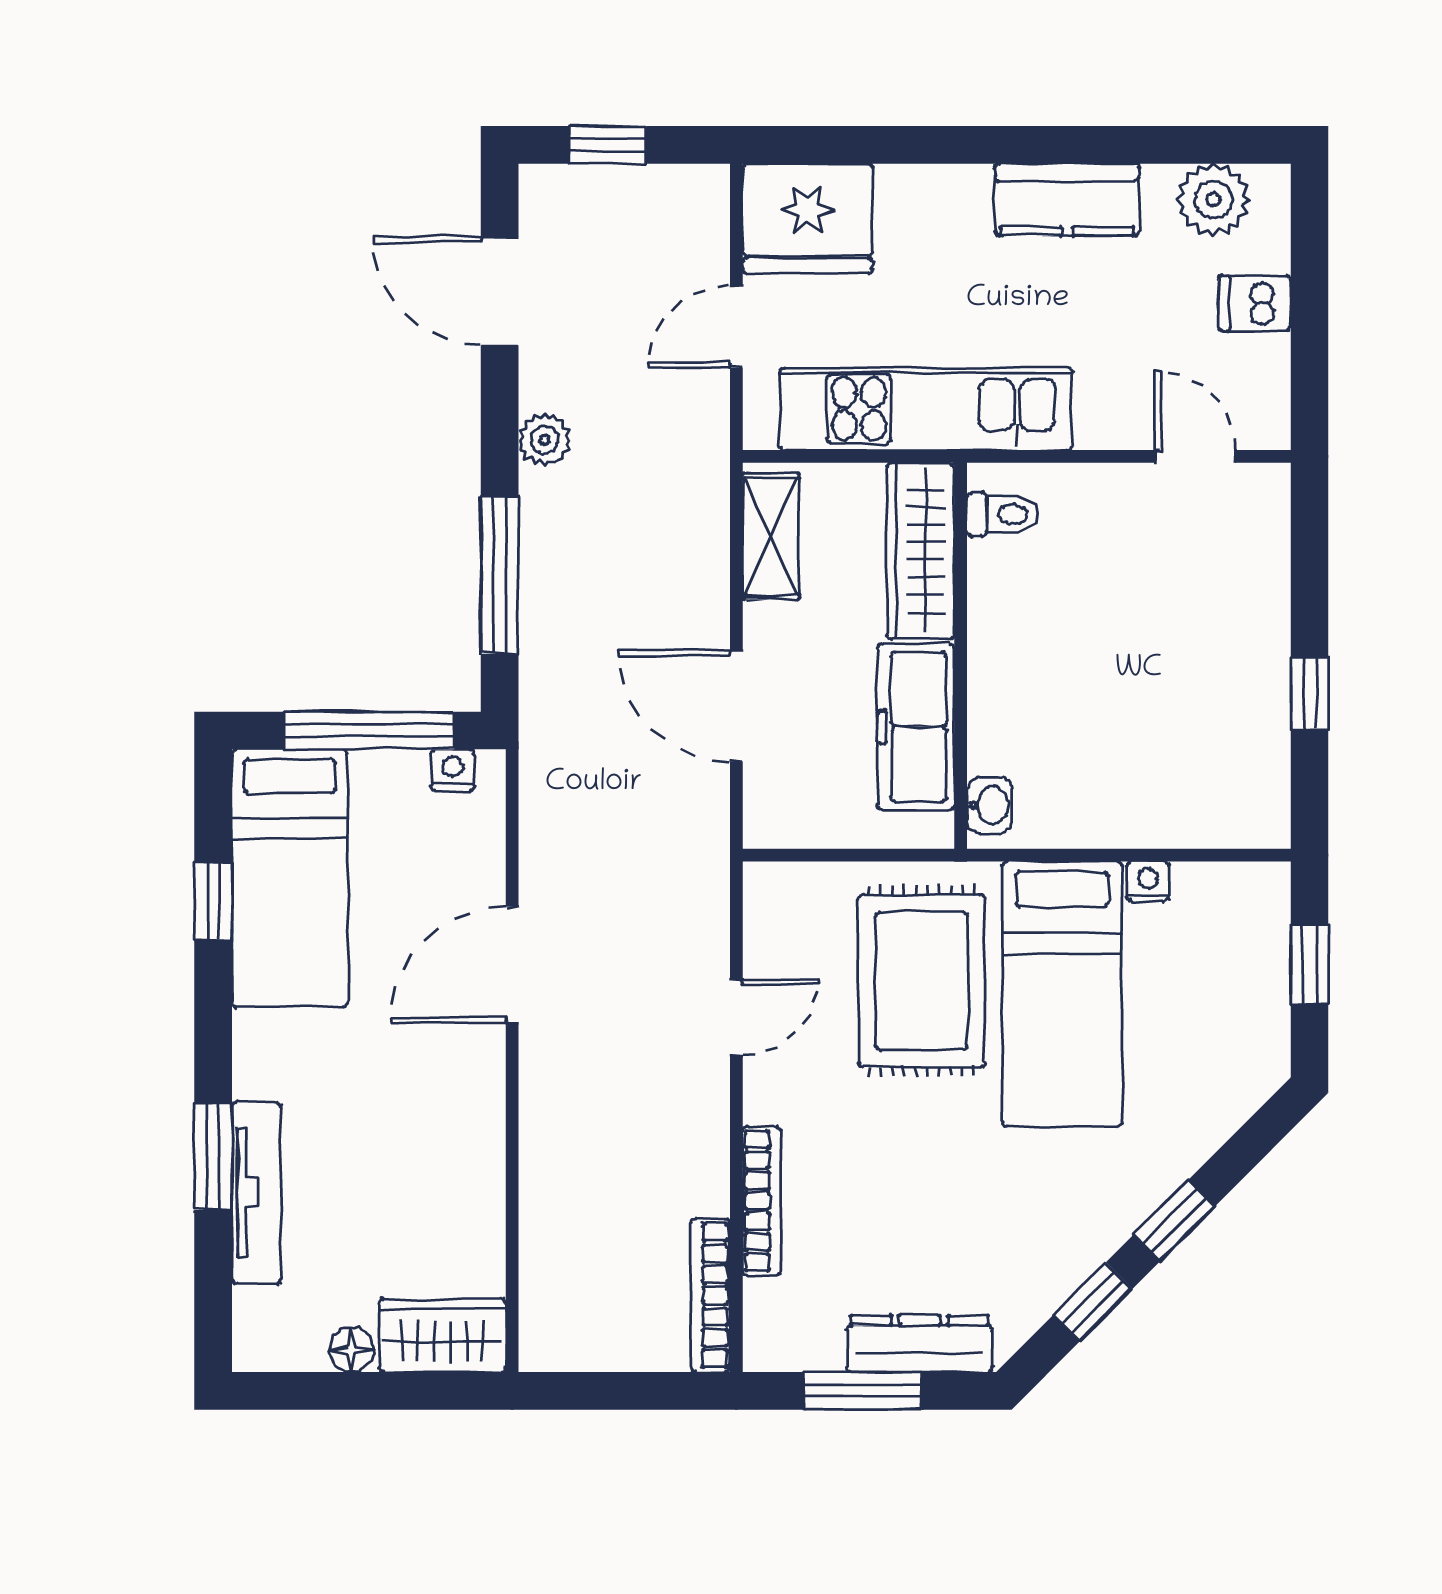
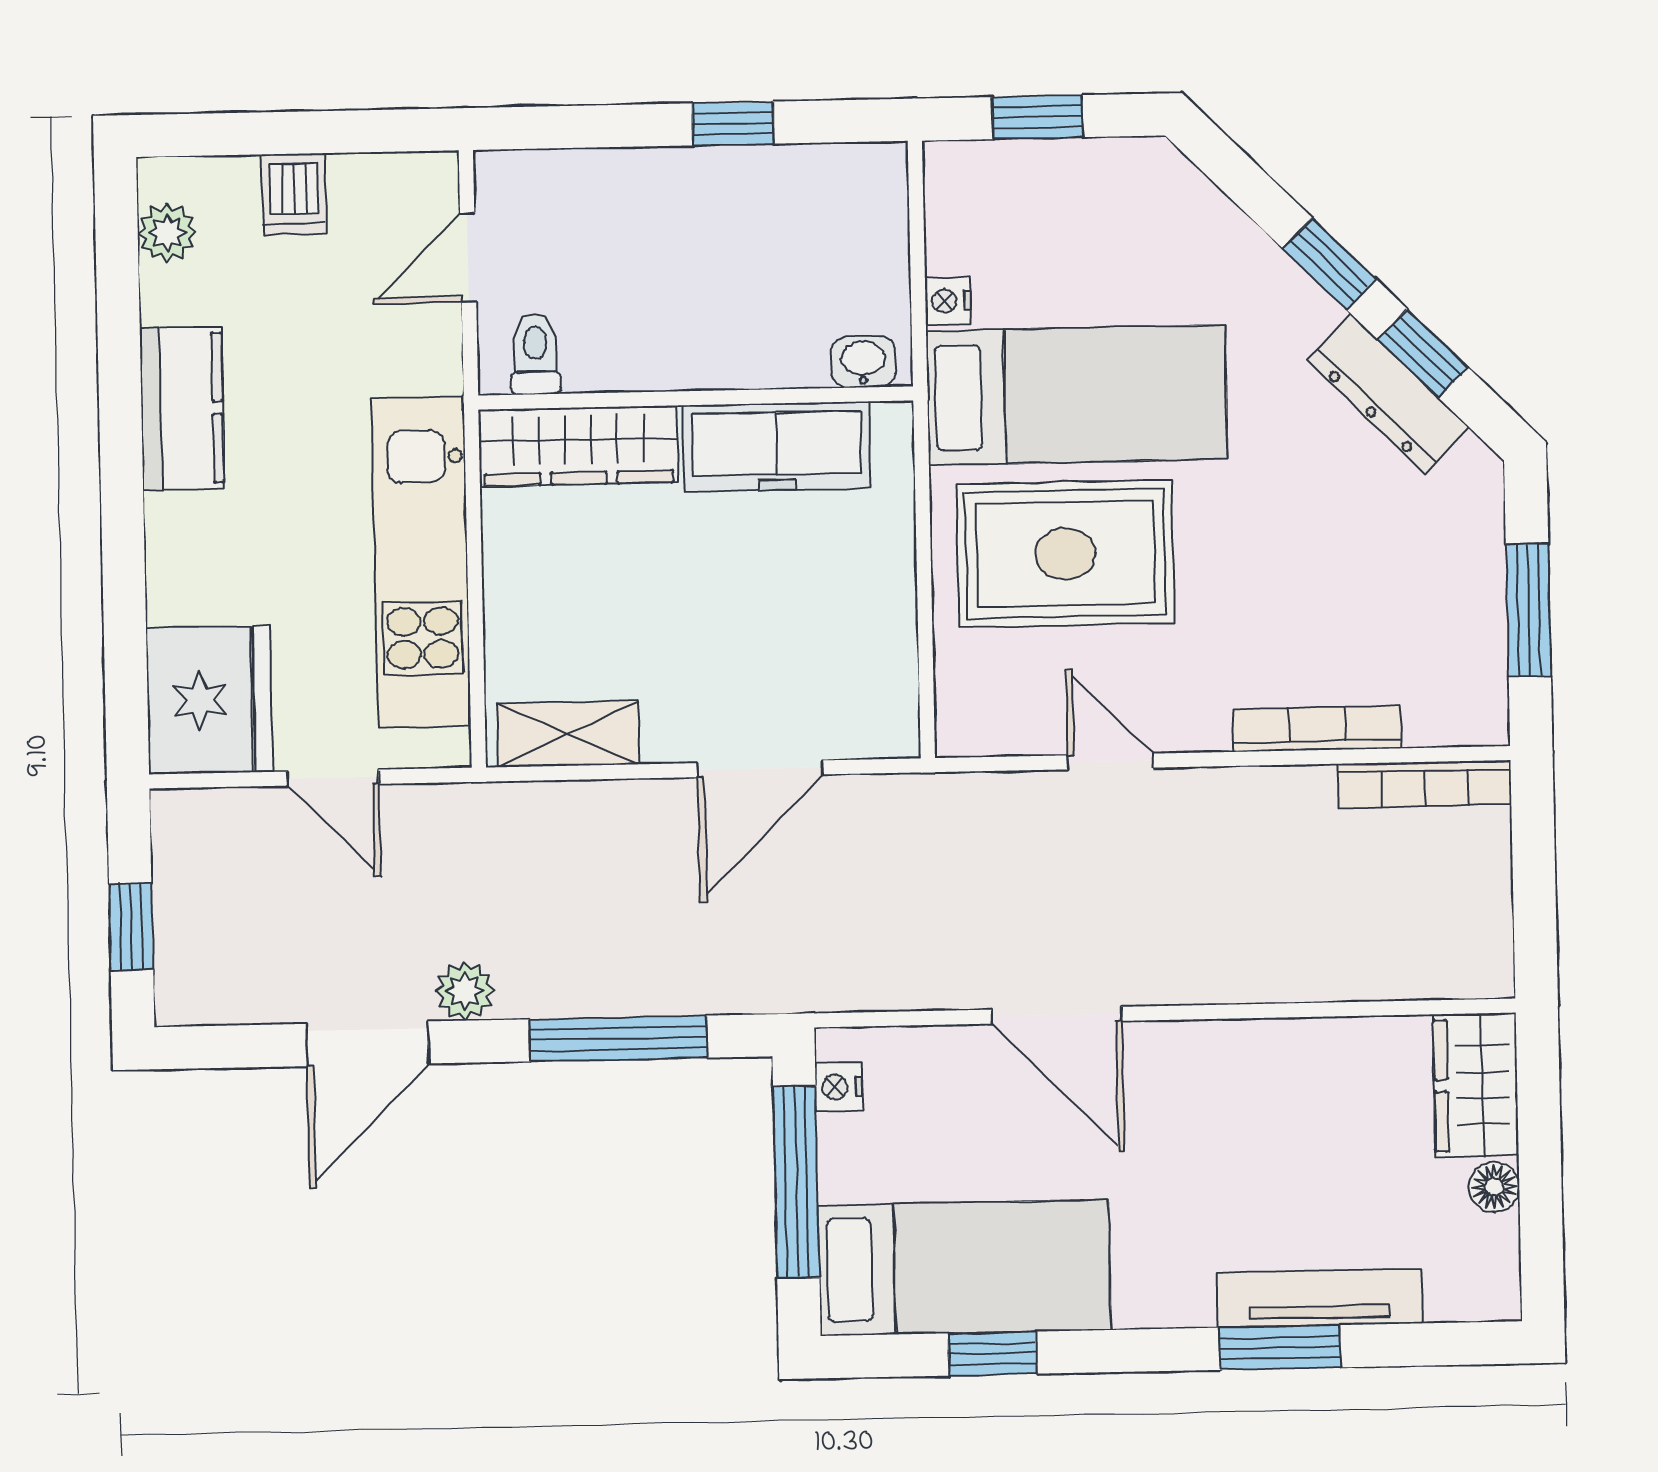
plant: (1213, 200) -> (167, 233), width x0.73, depth x0.73
door: (500, 291) -> (368, 1044), moved
toilet: (1003, 514) -> (535, 354), moved
wardrobe: (920, 551) -> (578, 446), moved
wall: (961, 656) -> (696, 398), moved
freezer: (916, 727) -> (777, 447), moved
washbasin: (990, 805) -> (863, 362), moved
dresser: (920, 1344) -> (1388, 394), moved, turned -45

